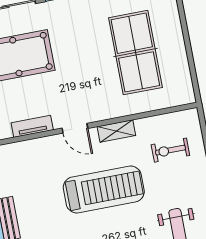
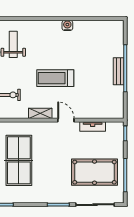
treadmill: (104, 189) -> (55, 78), width x0.73, depth x0.73

